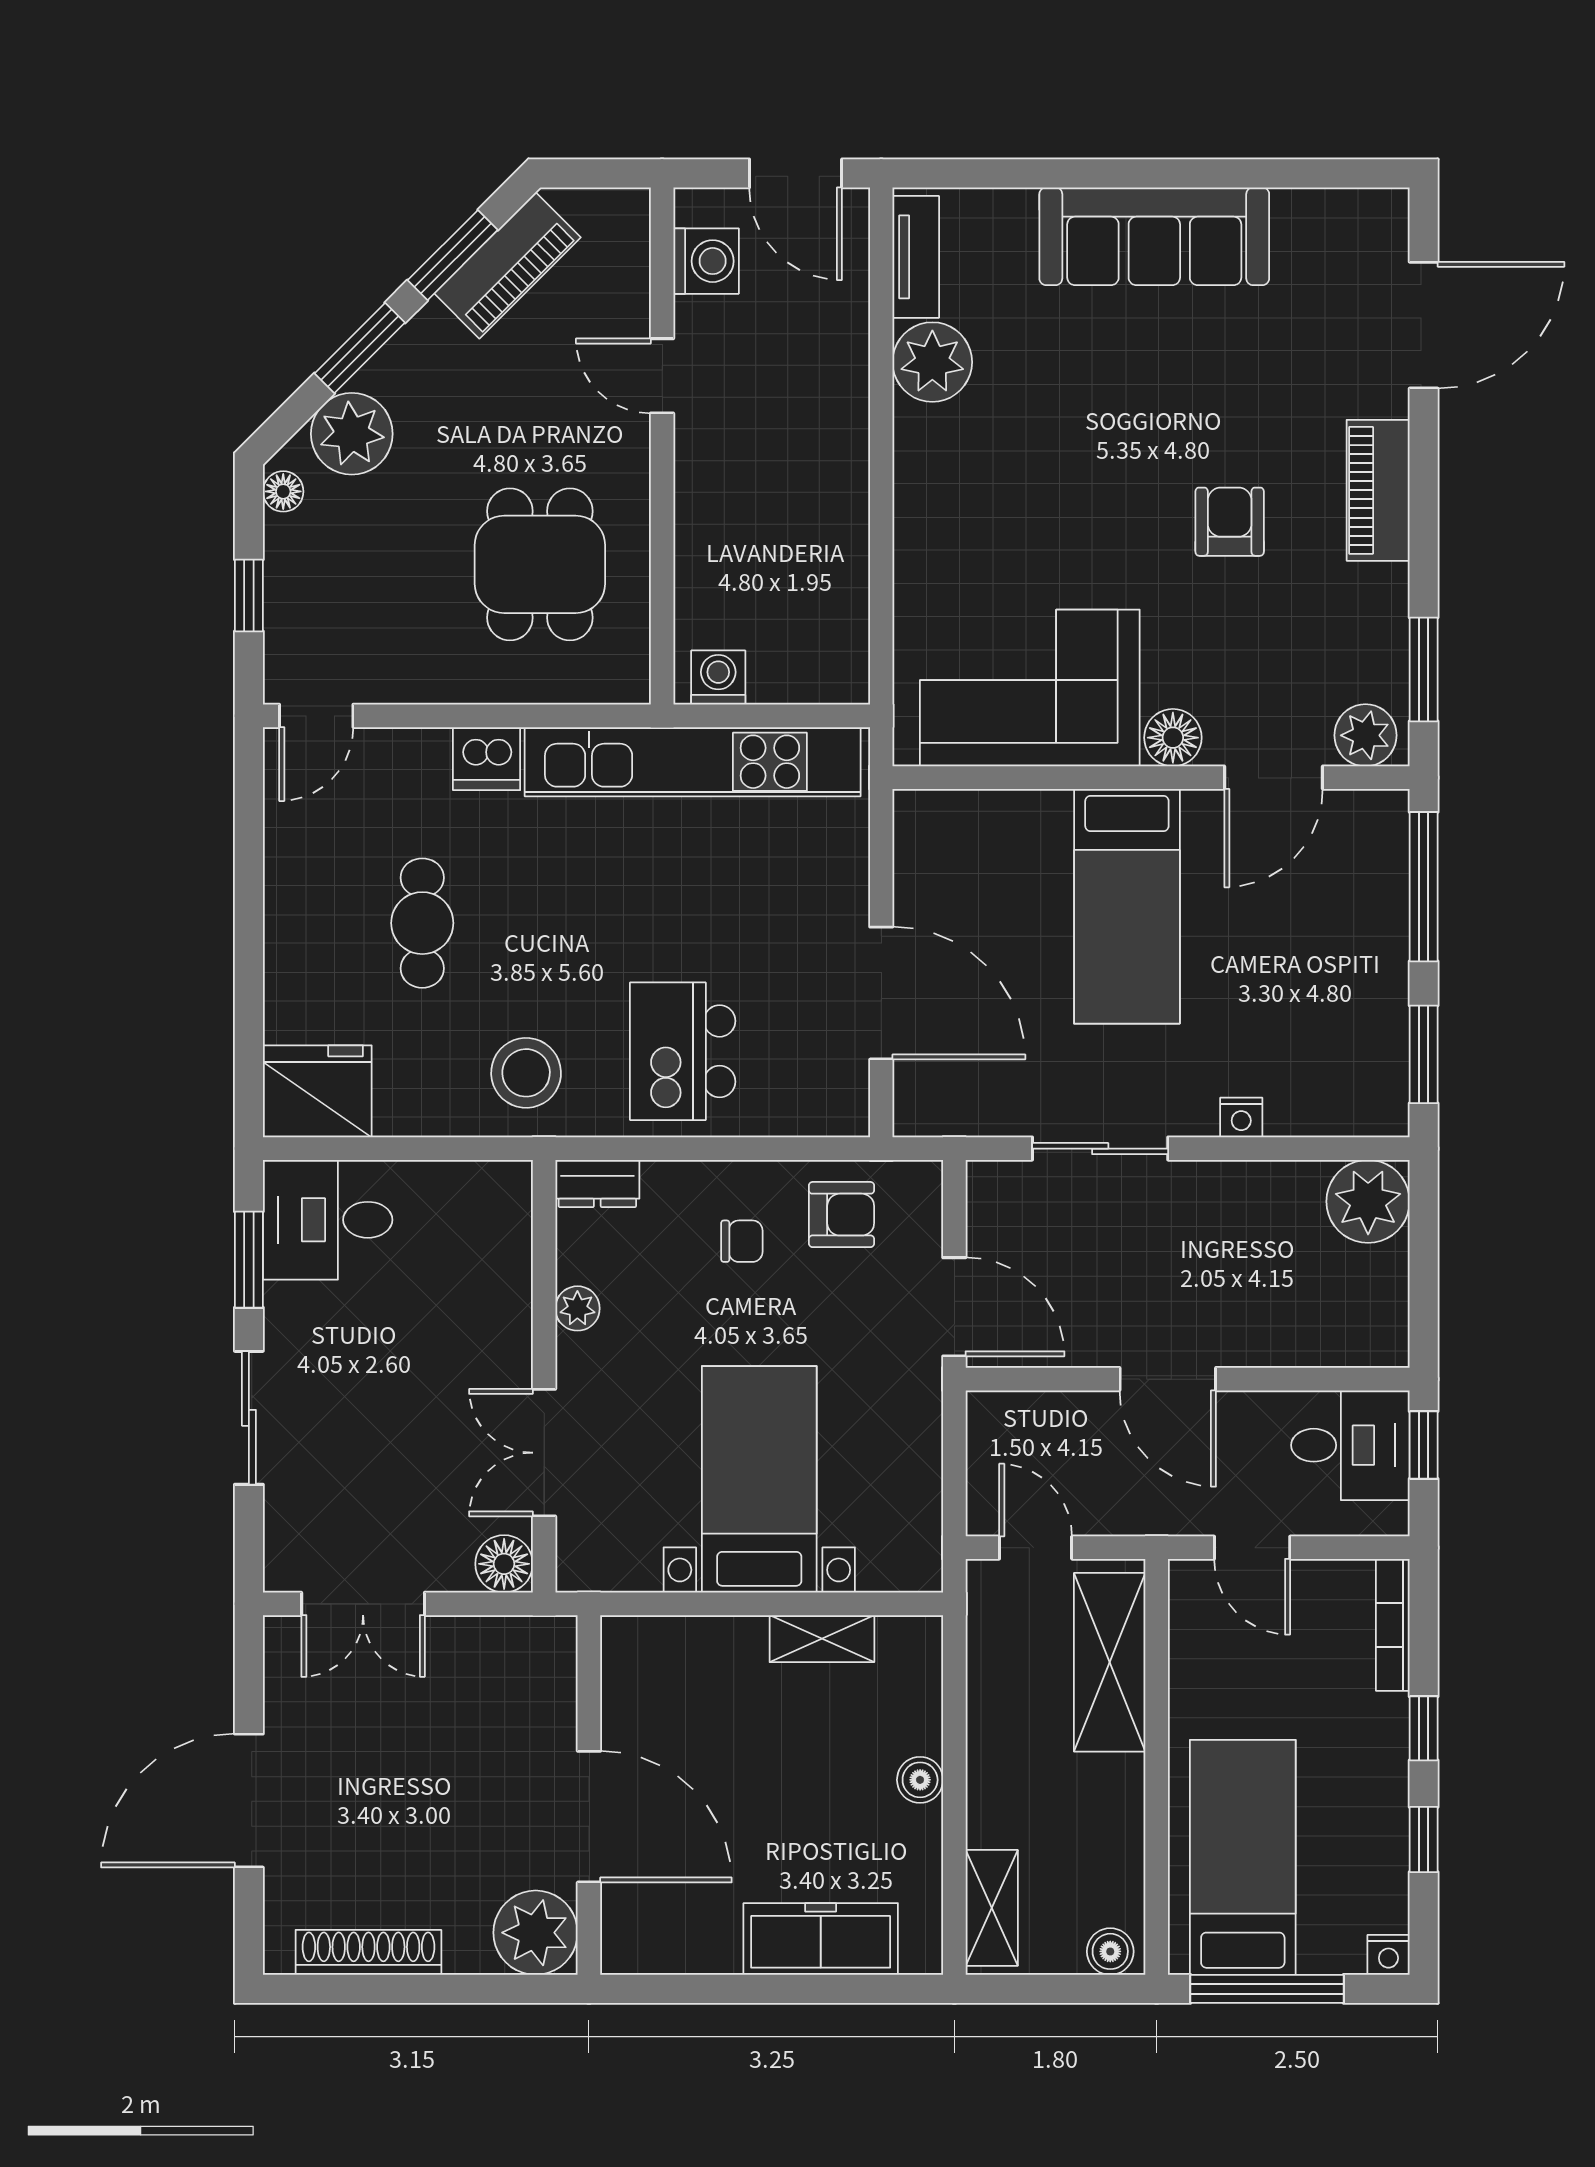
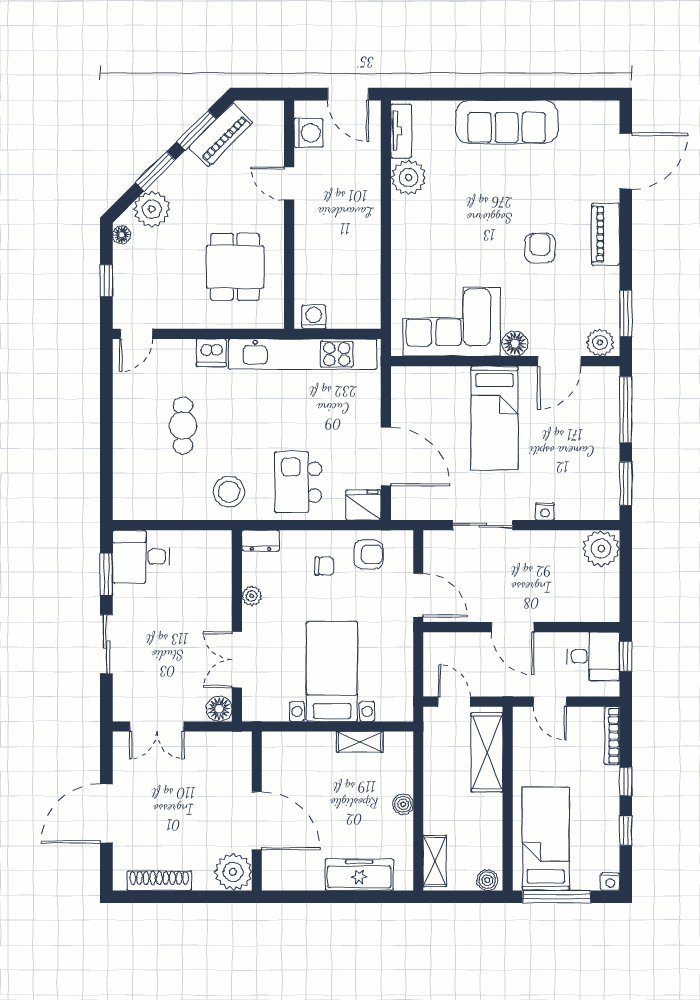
fridge: (317, 1091) -> (363, 505), moved, width x0.73, depth x0.75

